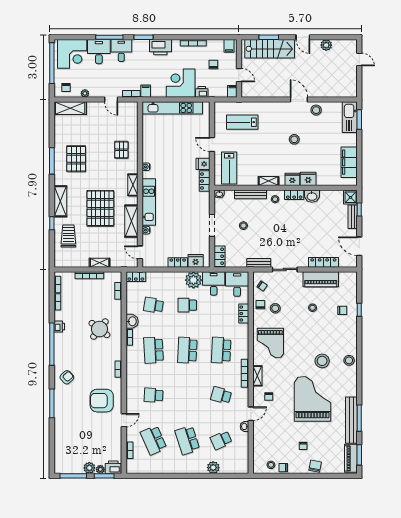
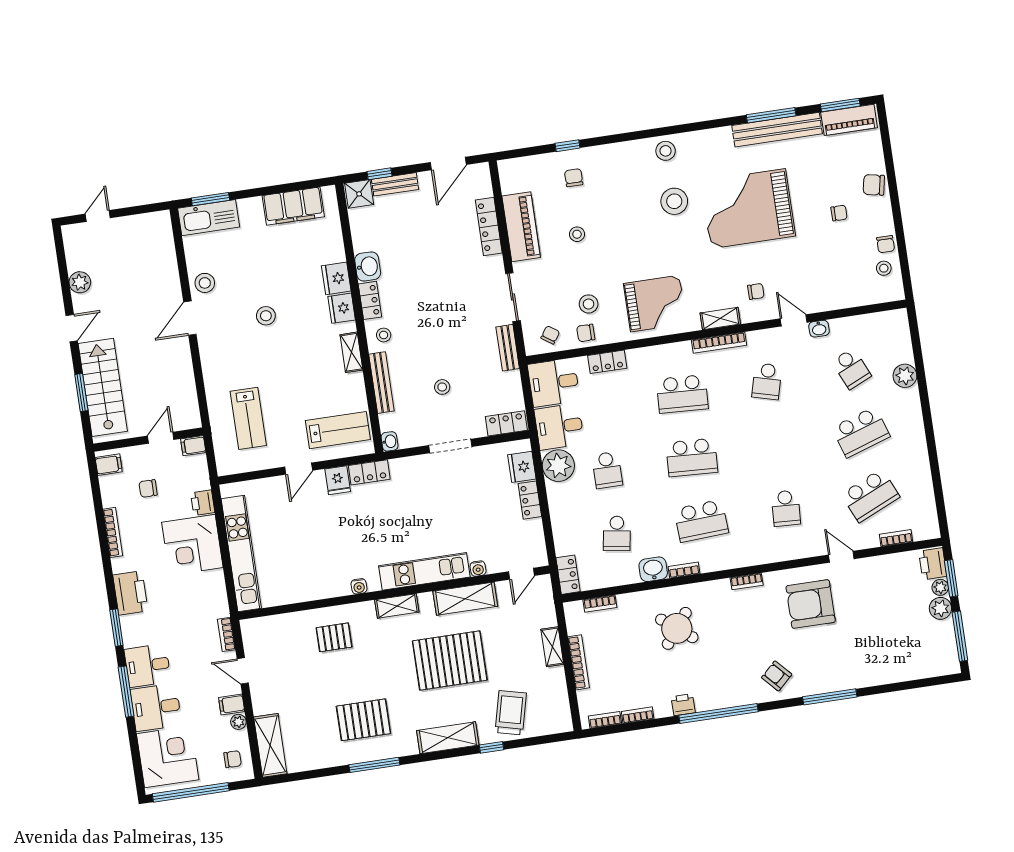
filing cabinet: (146, 91) -> (232, 704), moved
door: (111, 100) -> (243, 671), swing flipped
trolley: (68, 236) -> (511, 713), turned 104
armchair: (102, 401) -> (811, 604), turned 90

